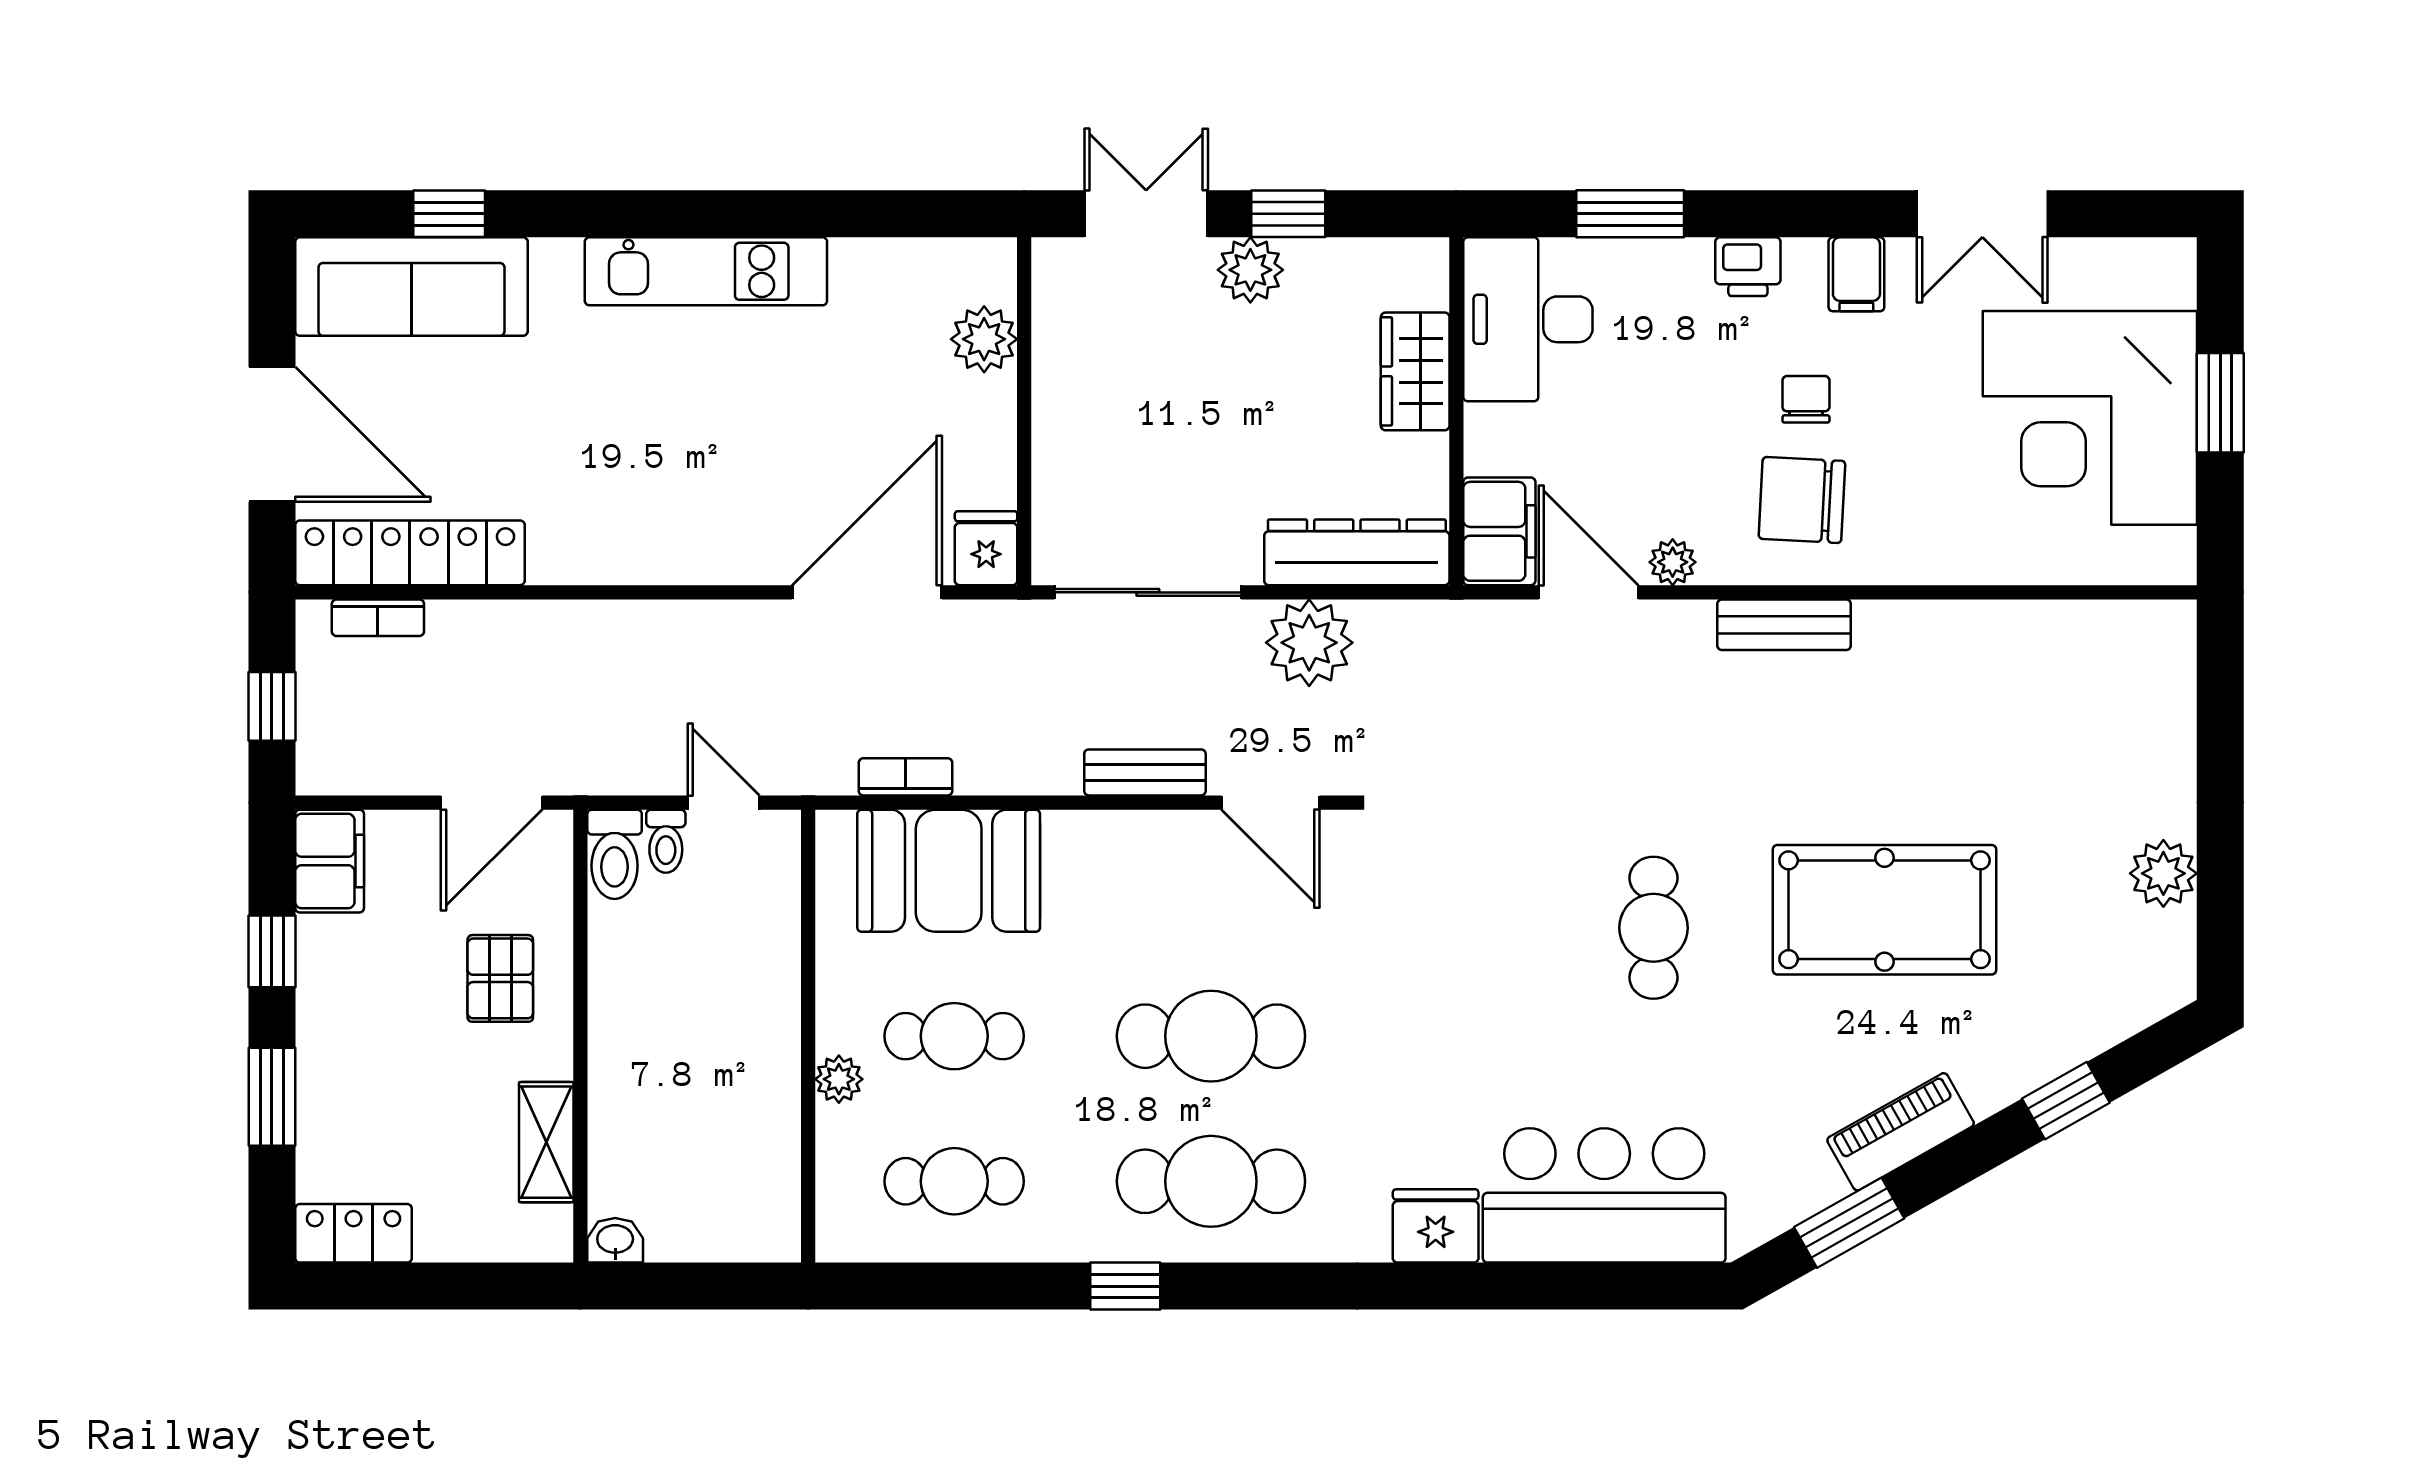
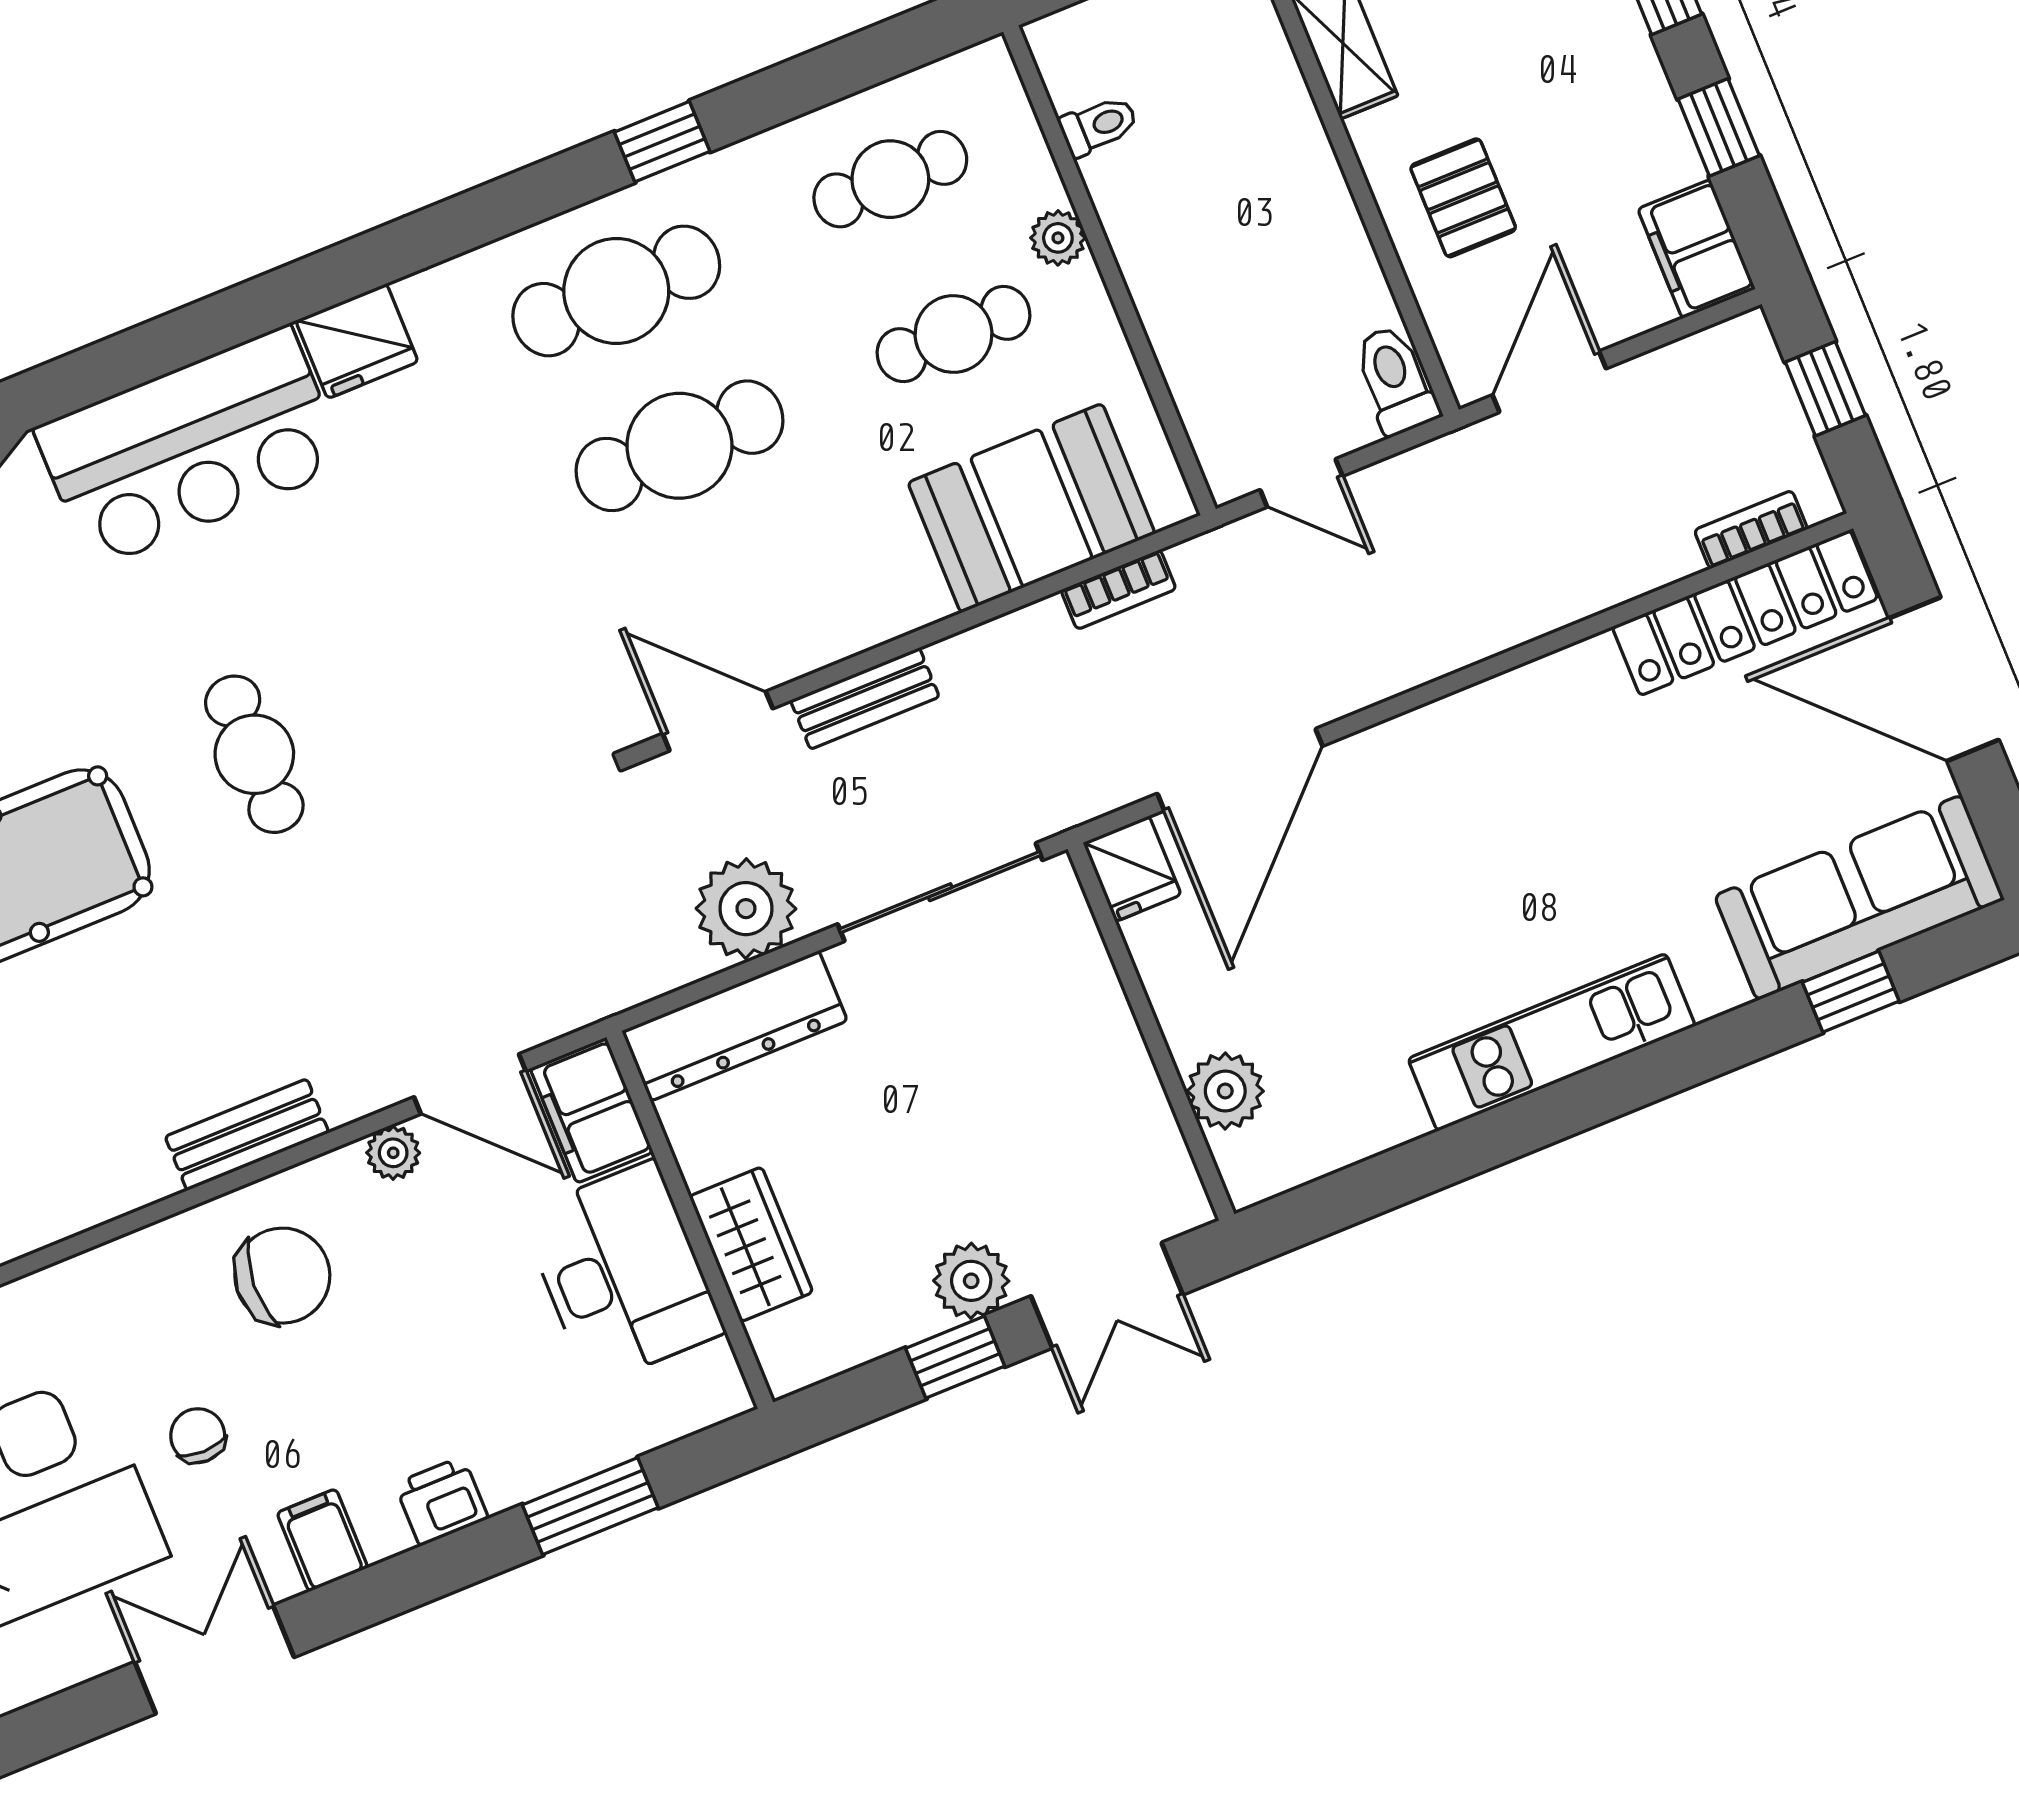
desk: (1528, 319) -> (622, 1273), moved
chair: (1806, 399) -> (198, 1436), moved, turned 180
toilet: (666, 841) -> (1099, 126), moved, turned 90

